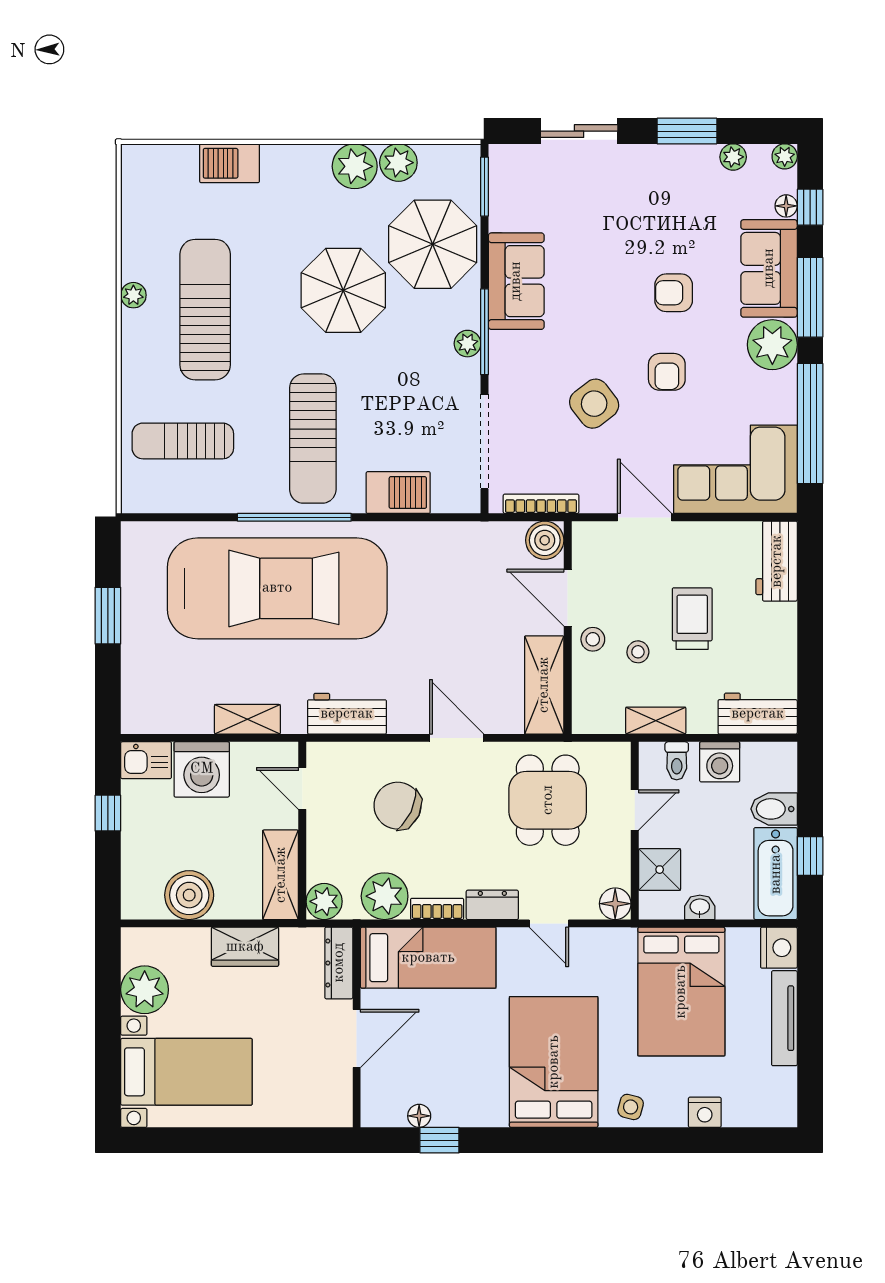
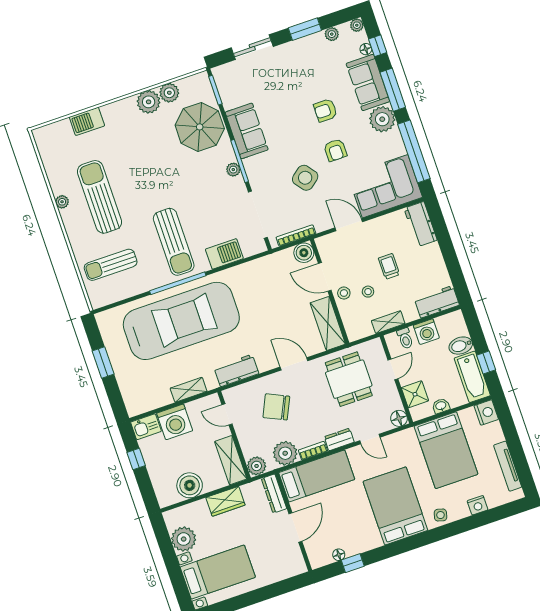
parasol: (343, 290) -> (164, 164), removed
trolley: (692, 619) -> (389, 266), width x0.73, depth x0.72
tv unit: (784, 1018) -> (508, 466), moved

